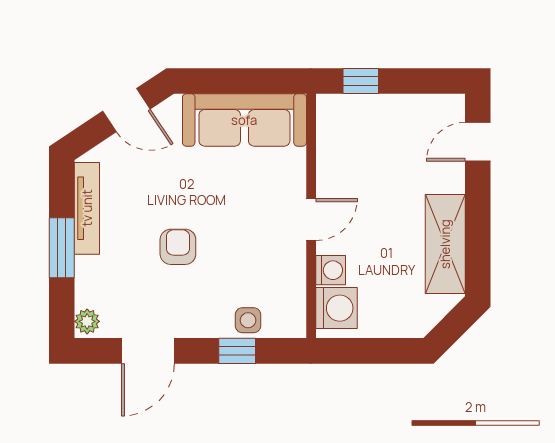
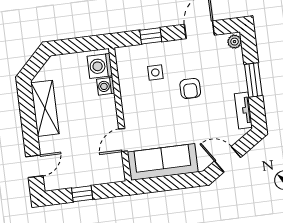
window: (361, 81) -> (82, 194), moved
tv unit: (87, 208) -> (243, 110), width x0.71
door: (311, 219) -> (123, 140), moved
side table: (248, 320) -> (155, 72), moved

